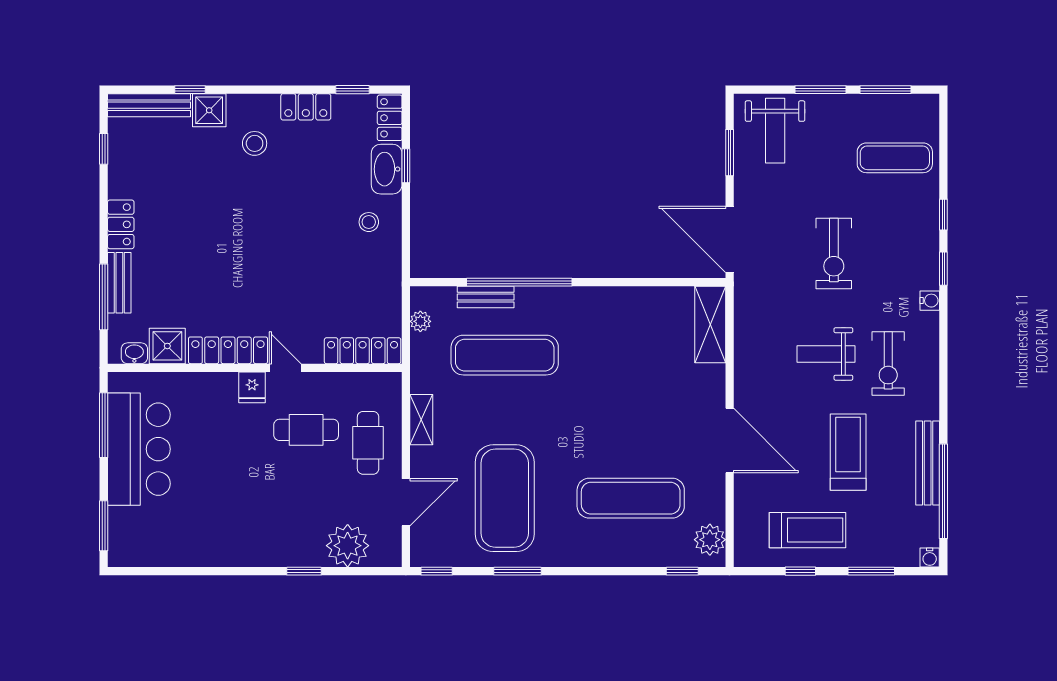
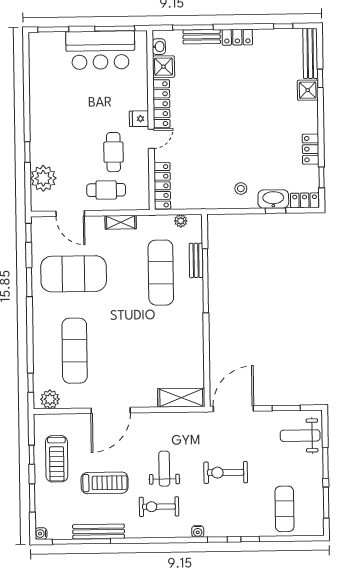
stool: (255, 143) -> (288, 118), removed

